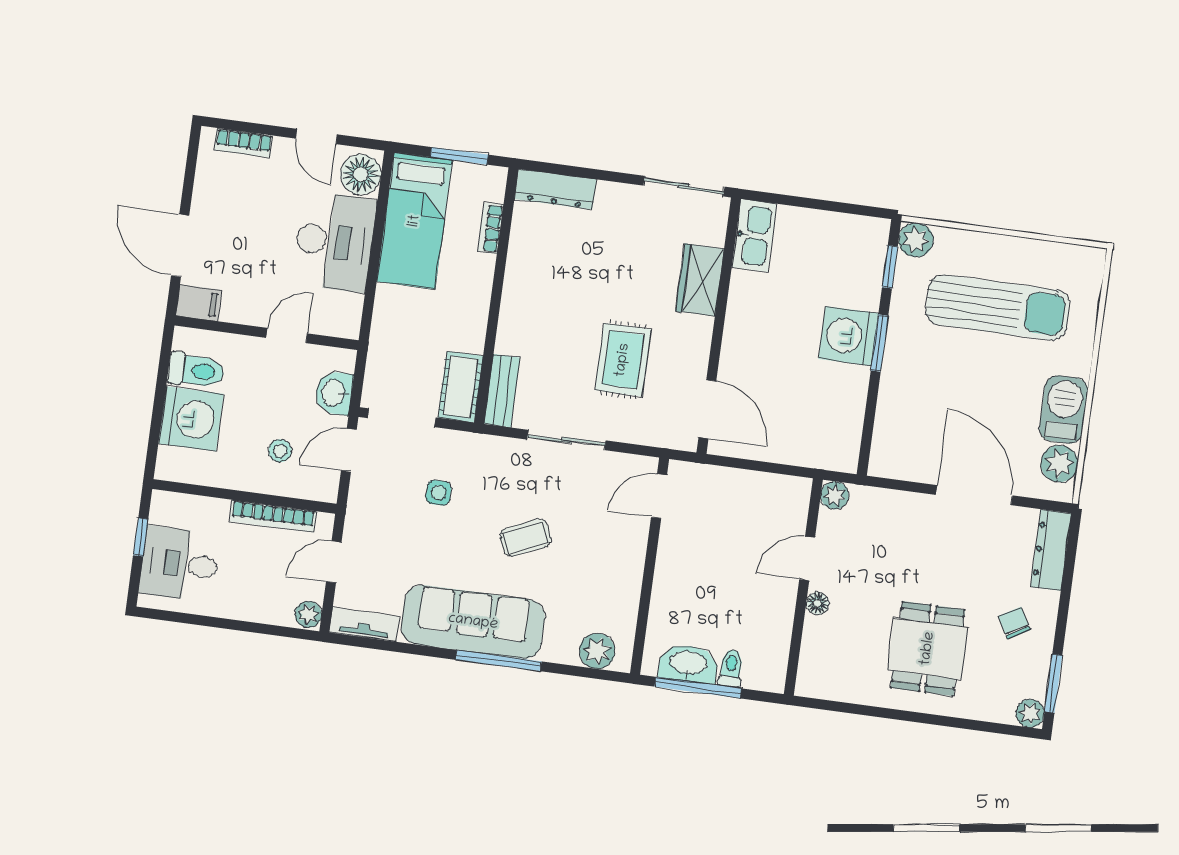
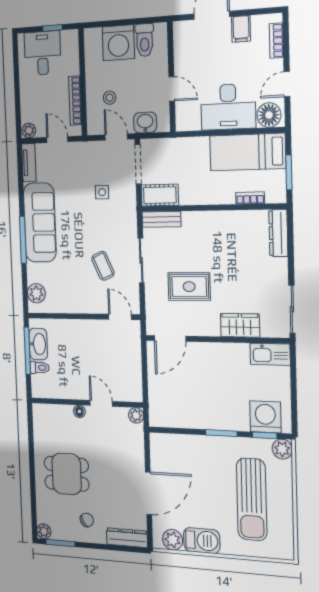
filing cabinet: (199, 303) -> (241, 29), moved
washing machine: (849, 336) -> (265, 417), moved
coffee table: (525, 538) -> (103, 266), moved

